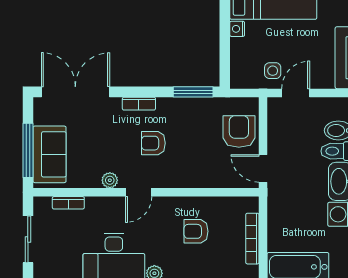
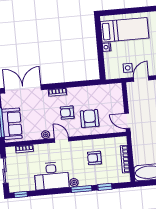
window: (193, 92) -> (86, 83), removed
armchair: (239, 131) -> (90, 119), moved
door: (139, 192) -> (62, 140), swing flipped

